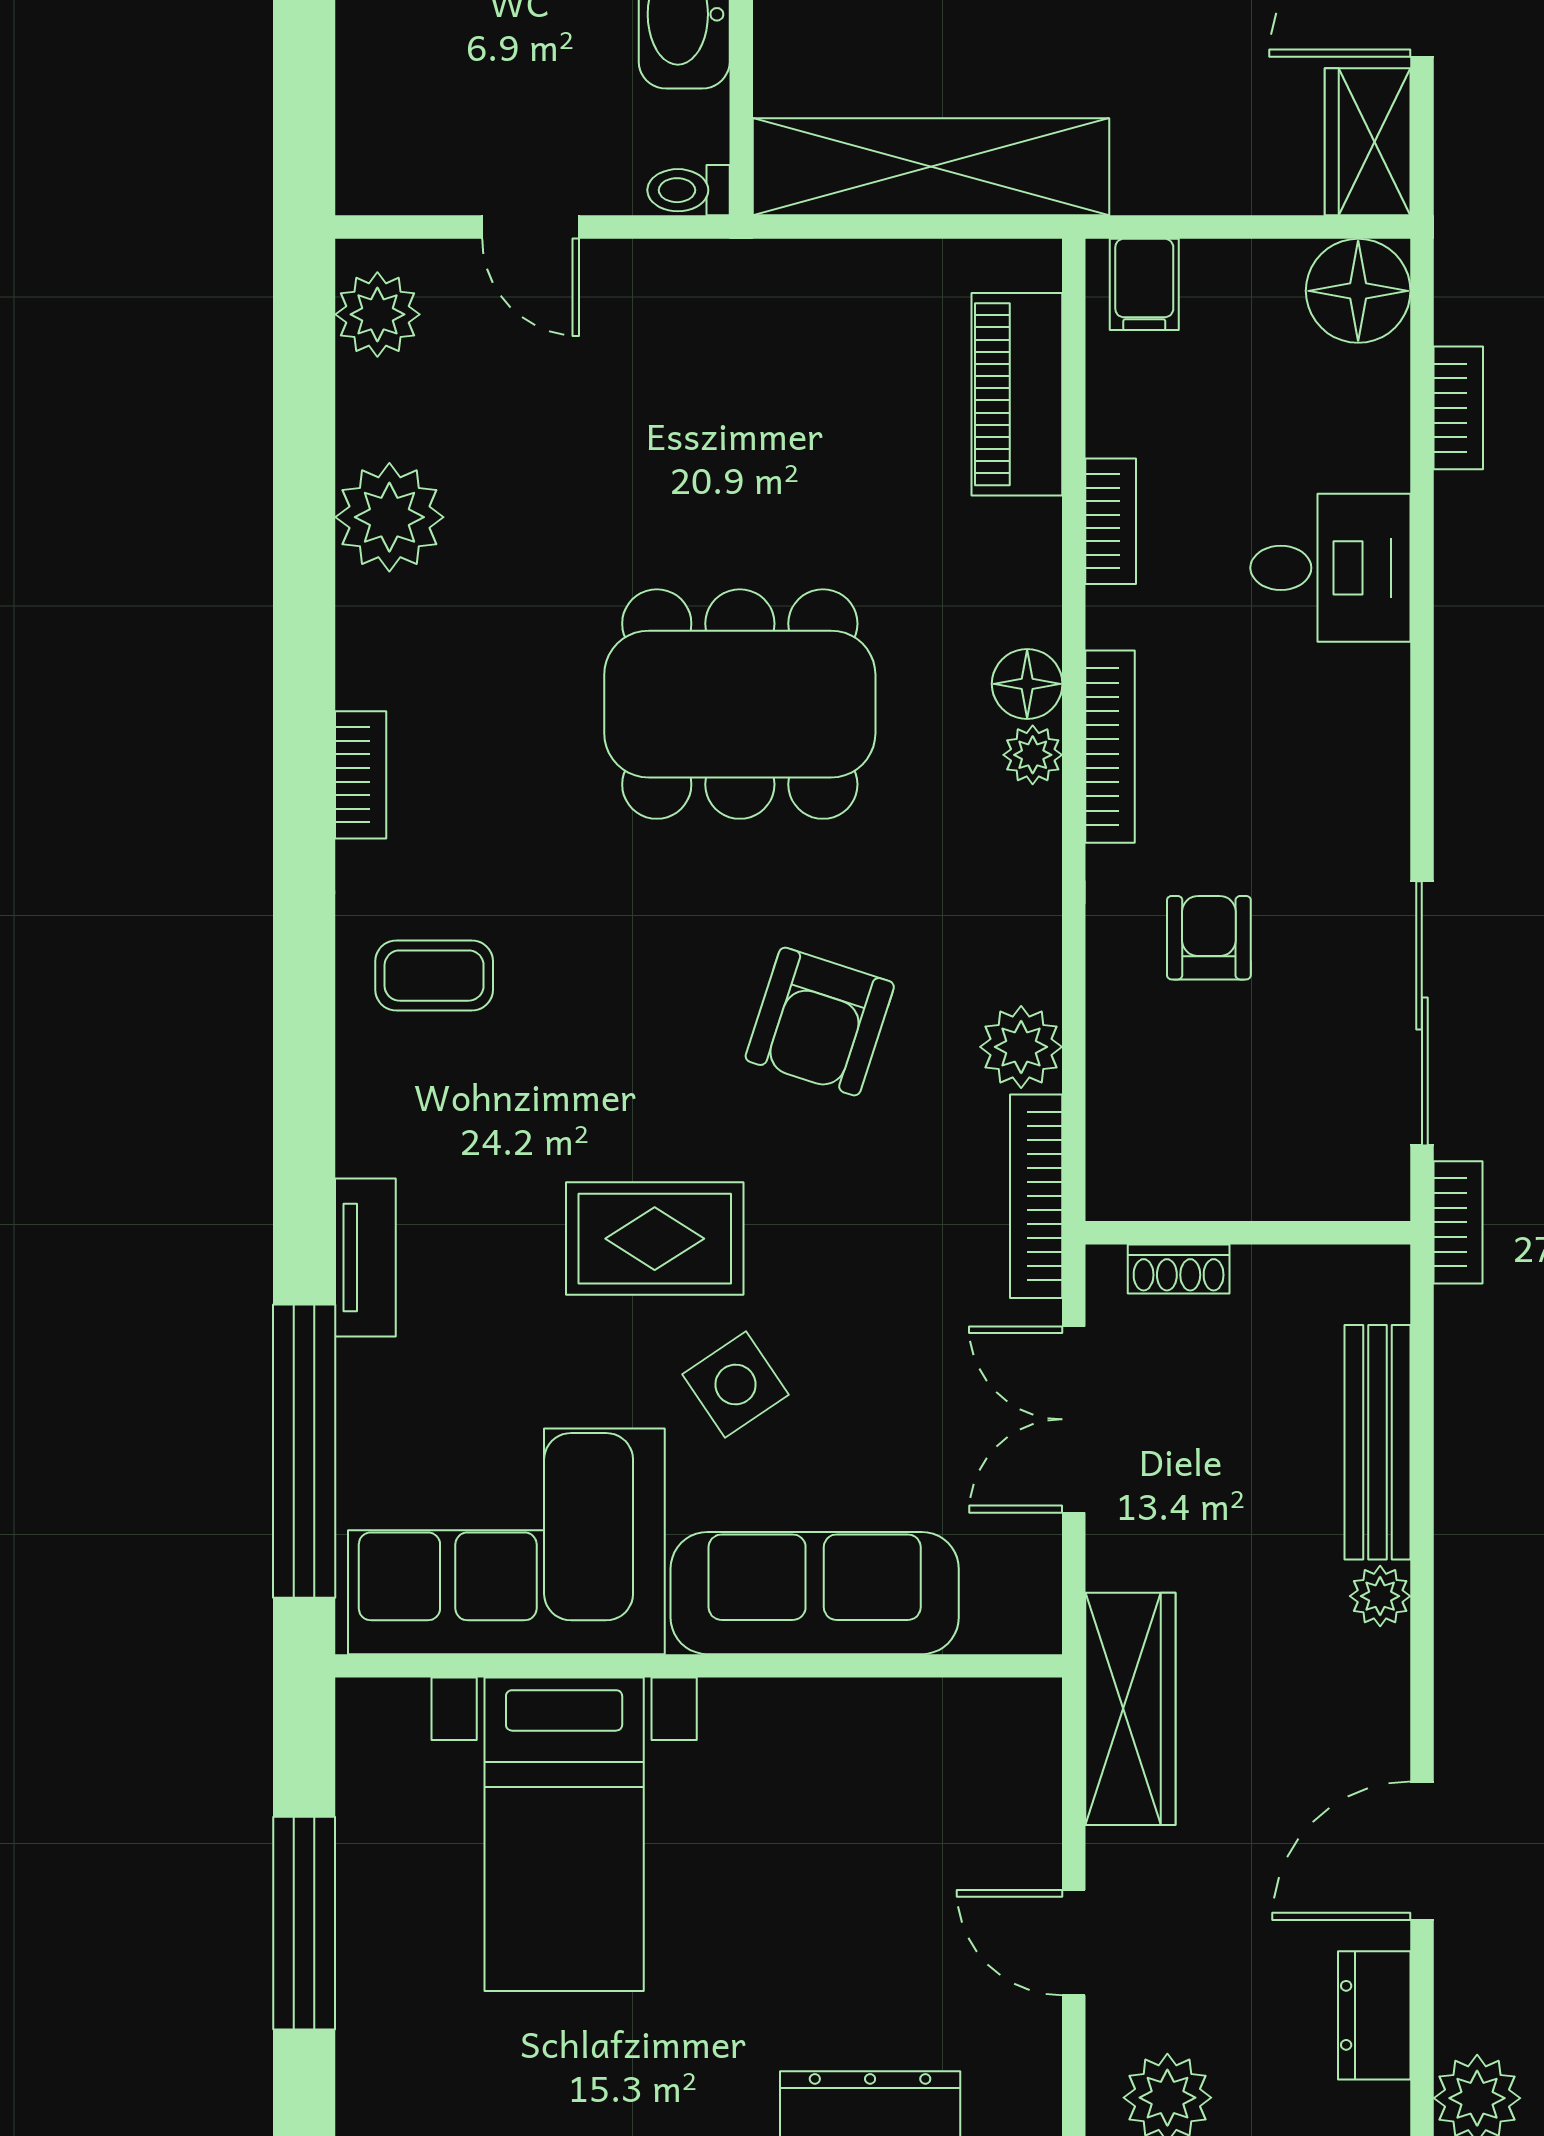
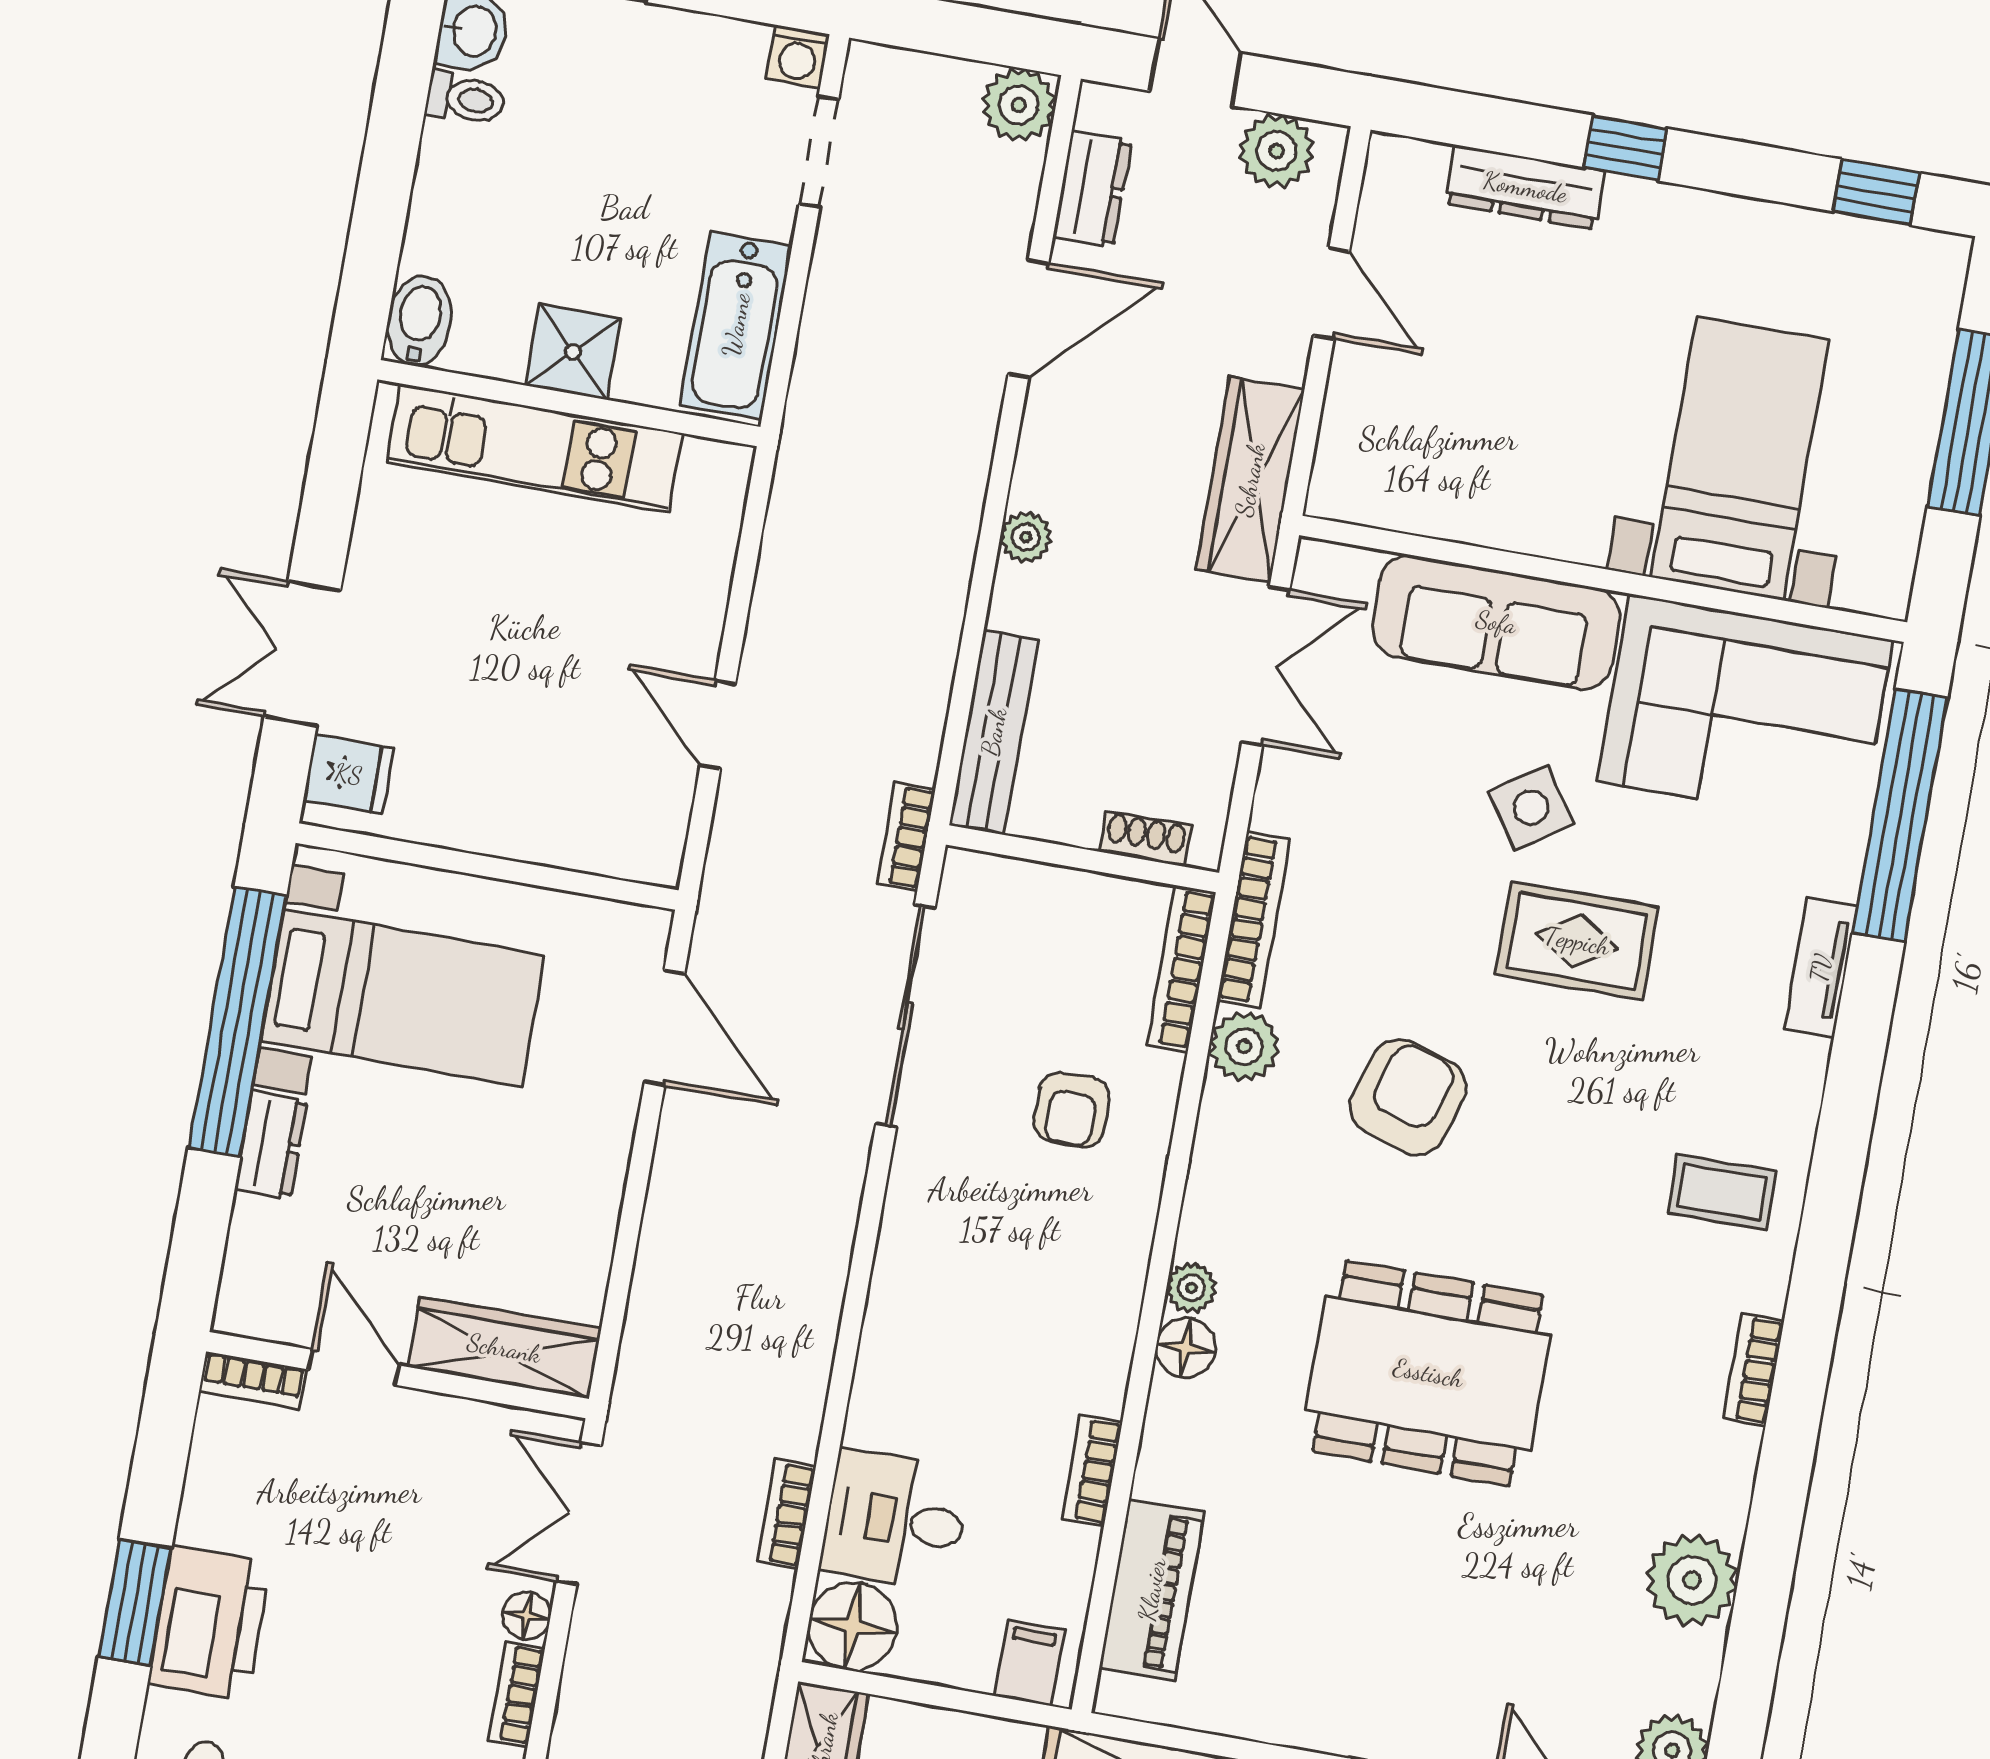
desk: (1330, 568) -> (895, 1520), moved
bookcase: (1110, 747) -> (1181, 969), moved
double door: (1074, 1419) -> (1266, 666), moved
bench: (1377, 1442) -> (994, 732), moved

